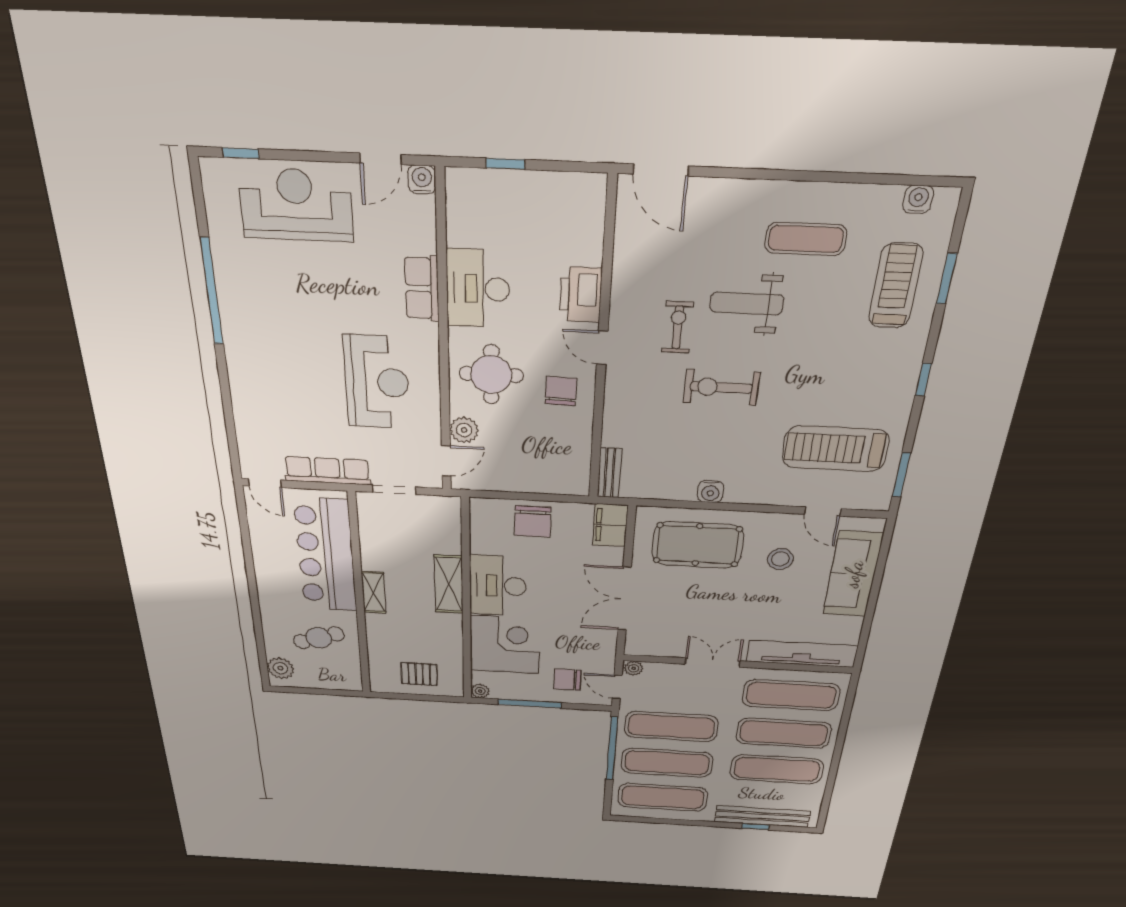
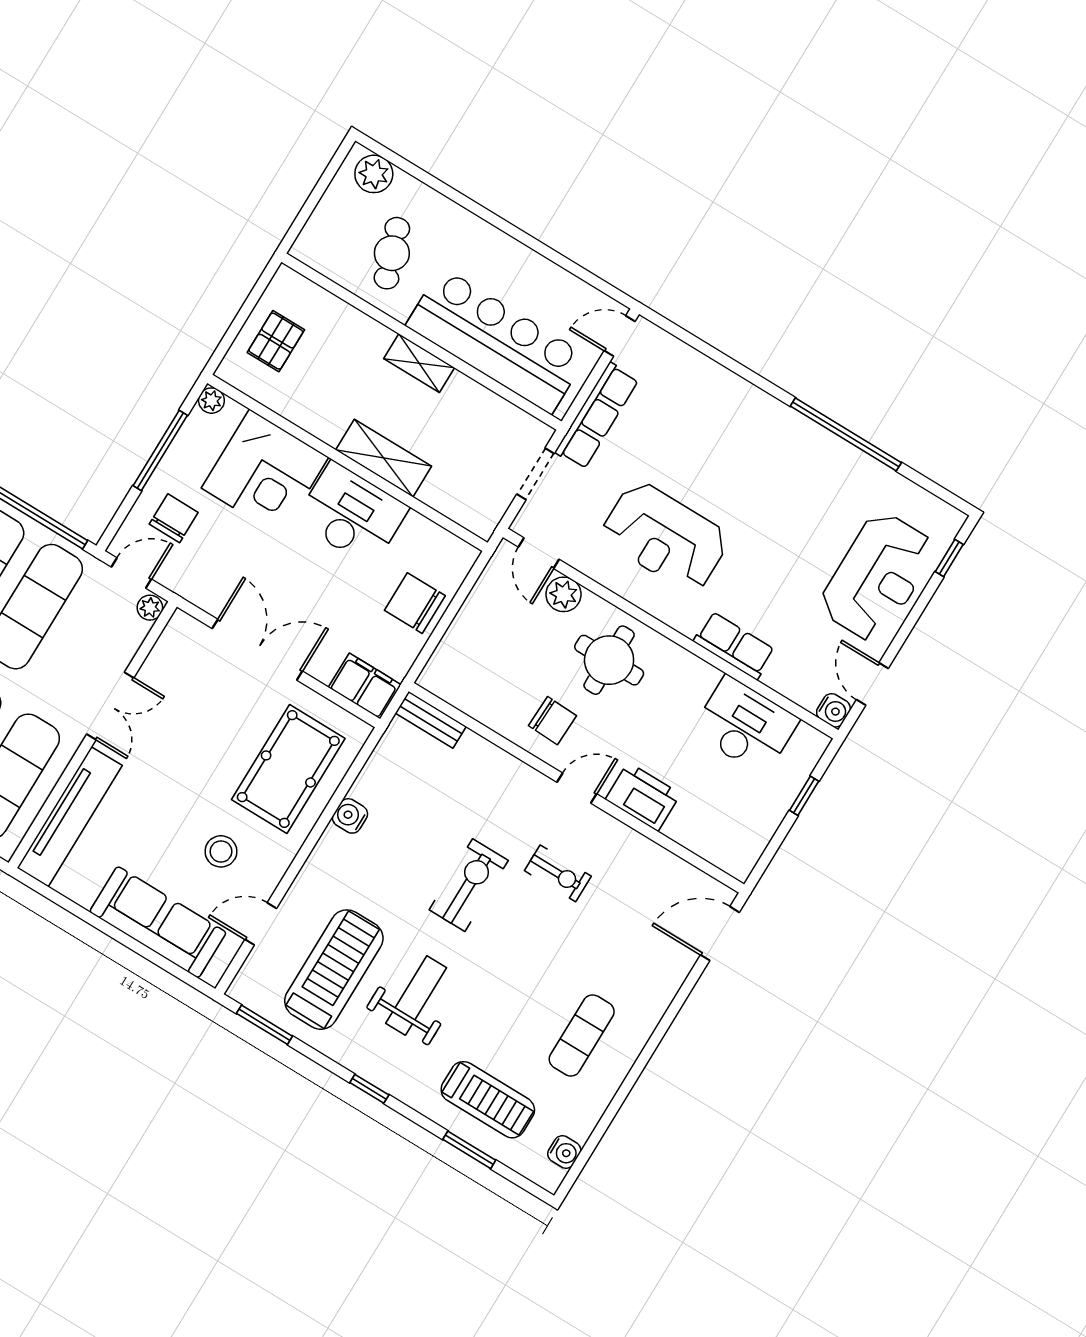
desk: (478, 289) -> (745, 726), moved
weight bench: (747, 303) -> (416, 996), moved

